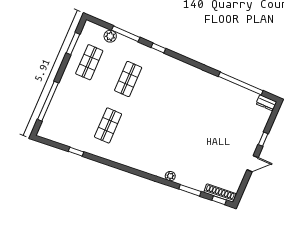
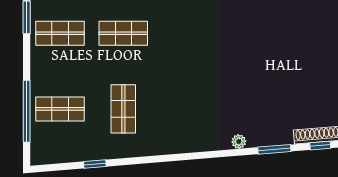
shop shelf: (89, 62) -> (60, 33), turned 90
shop shelf: (128, 79) -> (123, 33), turned 90
shop shelf: (69, 109) -> (60, 109), added

